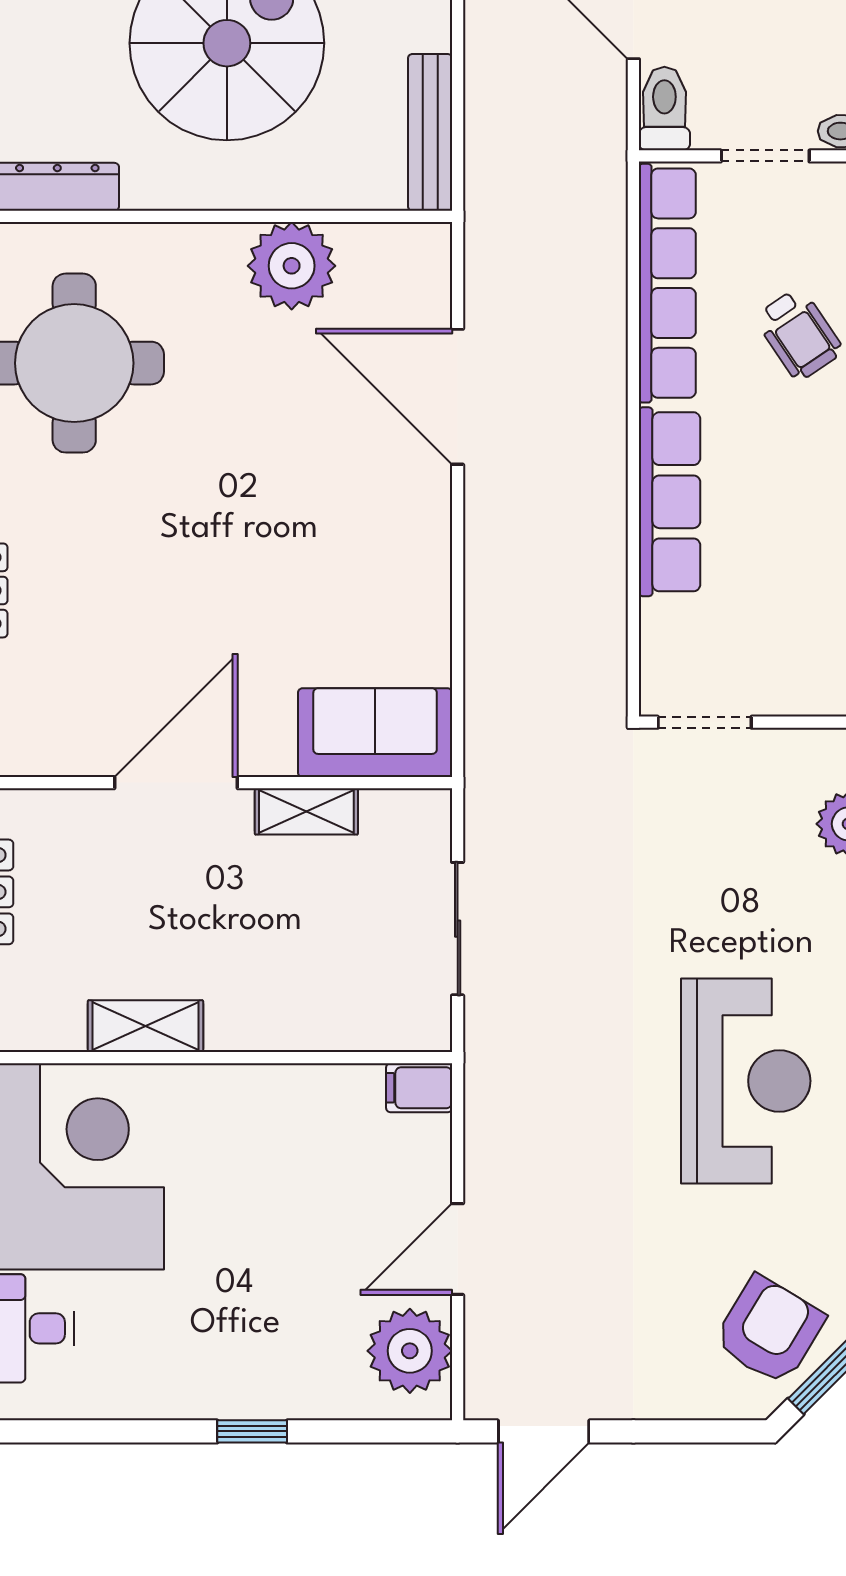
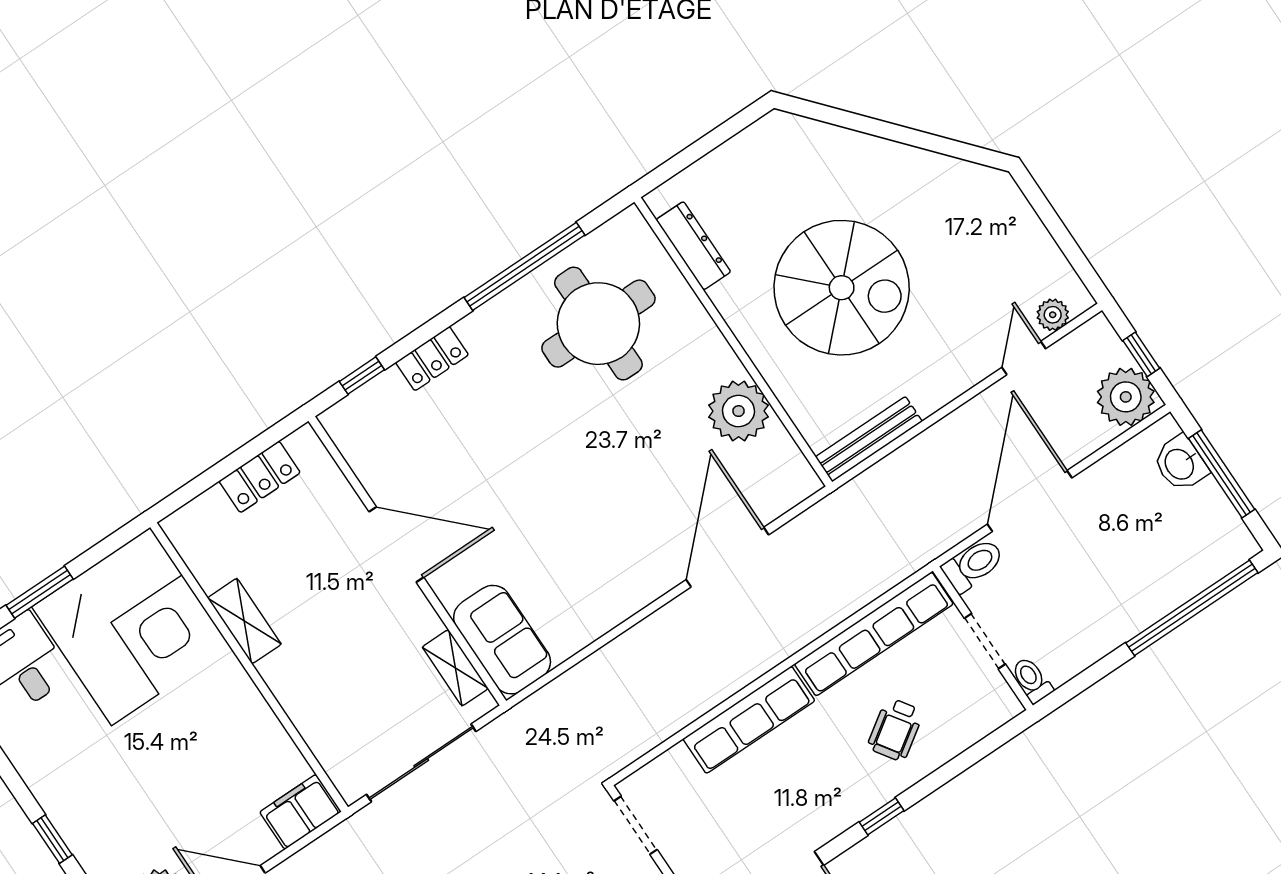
shelving: (306, 811) -> (455, 668), moved
sliding door: (458, 929) -> (421, 763), width x1.37
filing cabinet: (419, 1088) -> (301, 812), width x2.00

